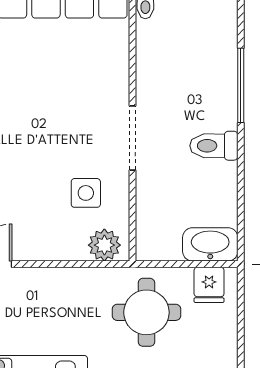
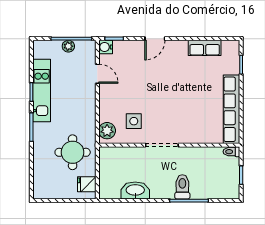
toilet: (214, 146) -> (182, 187), moved
washbasin: (210, 244) -> (135, 190), moved, turned -90

